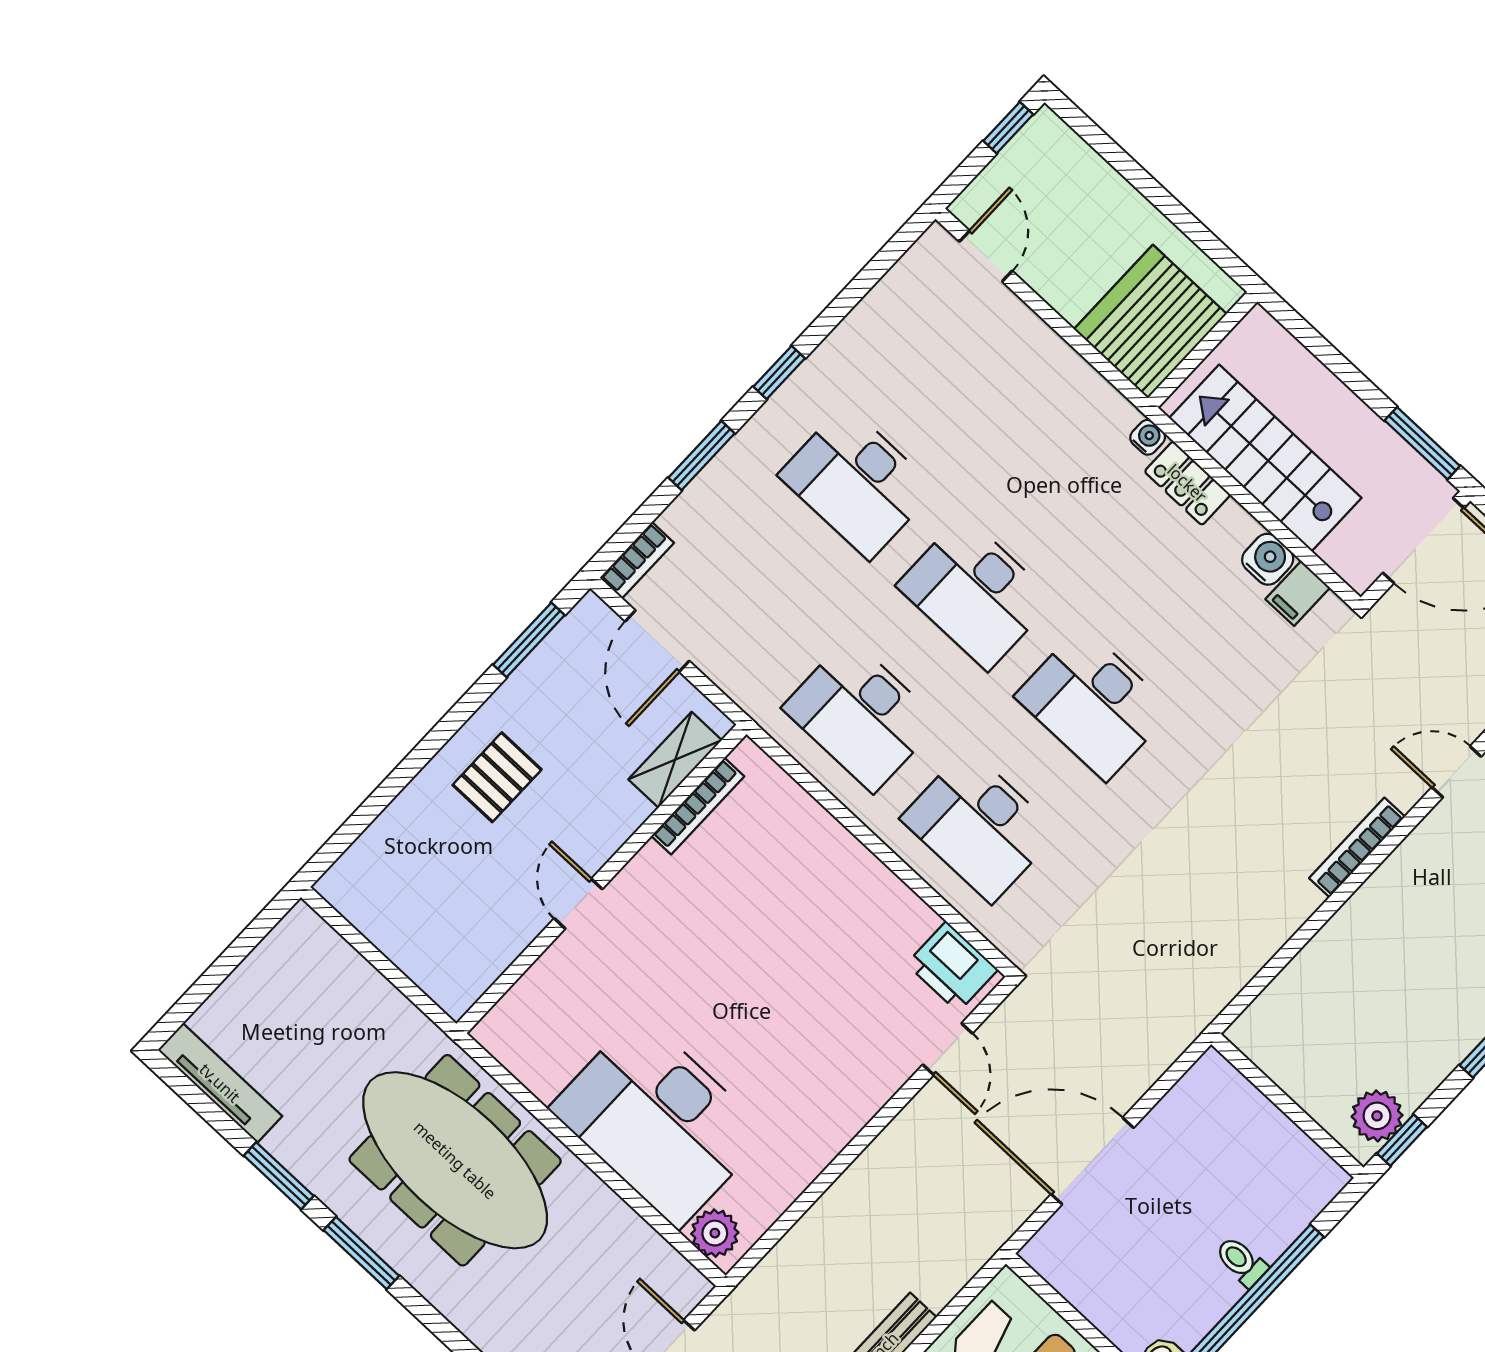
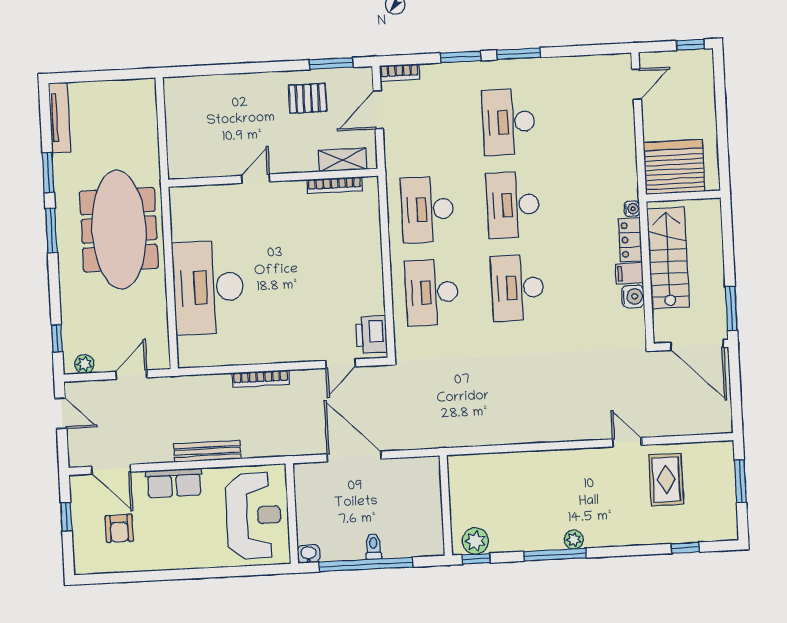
window: (779, 372) -> (519, 54), width x1.50
filing cabinet: (1298, 593) -> (629, 273), moved
pallet: (497, 777) -> (308, 98), moved
bookcase: (1357, 847) -> (261, 379), moved, turned 180
plant: (715, 1233) -> (189, 349), removed

